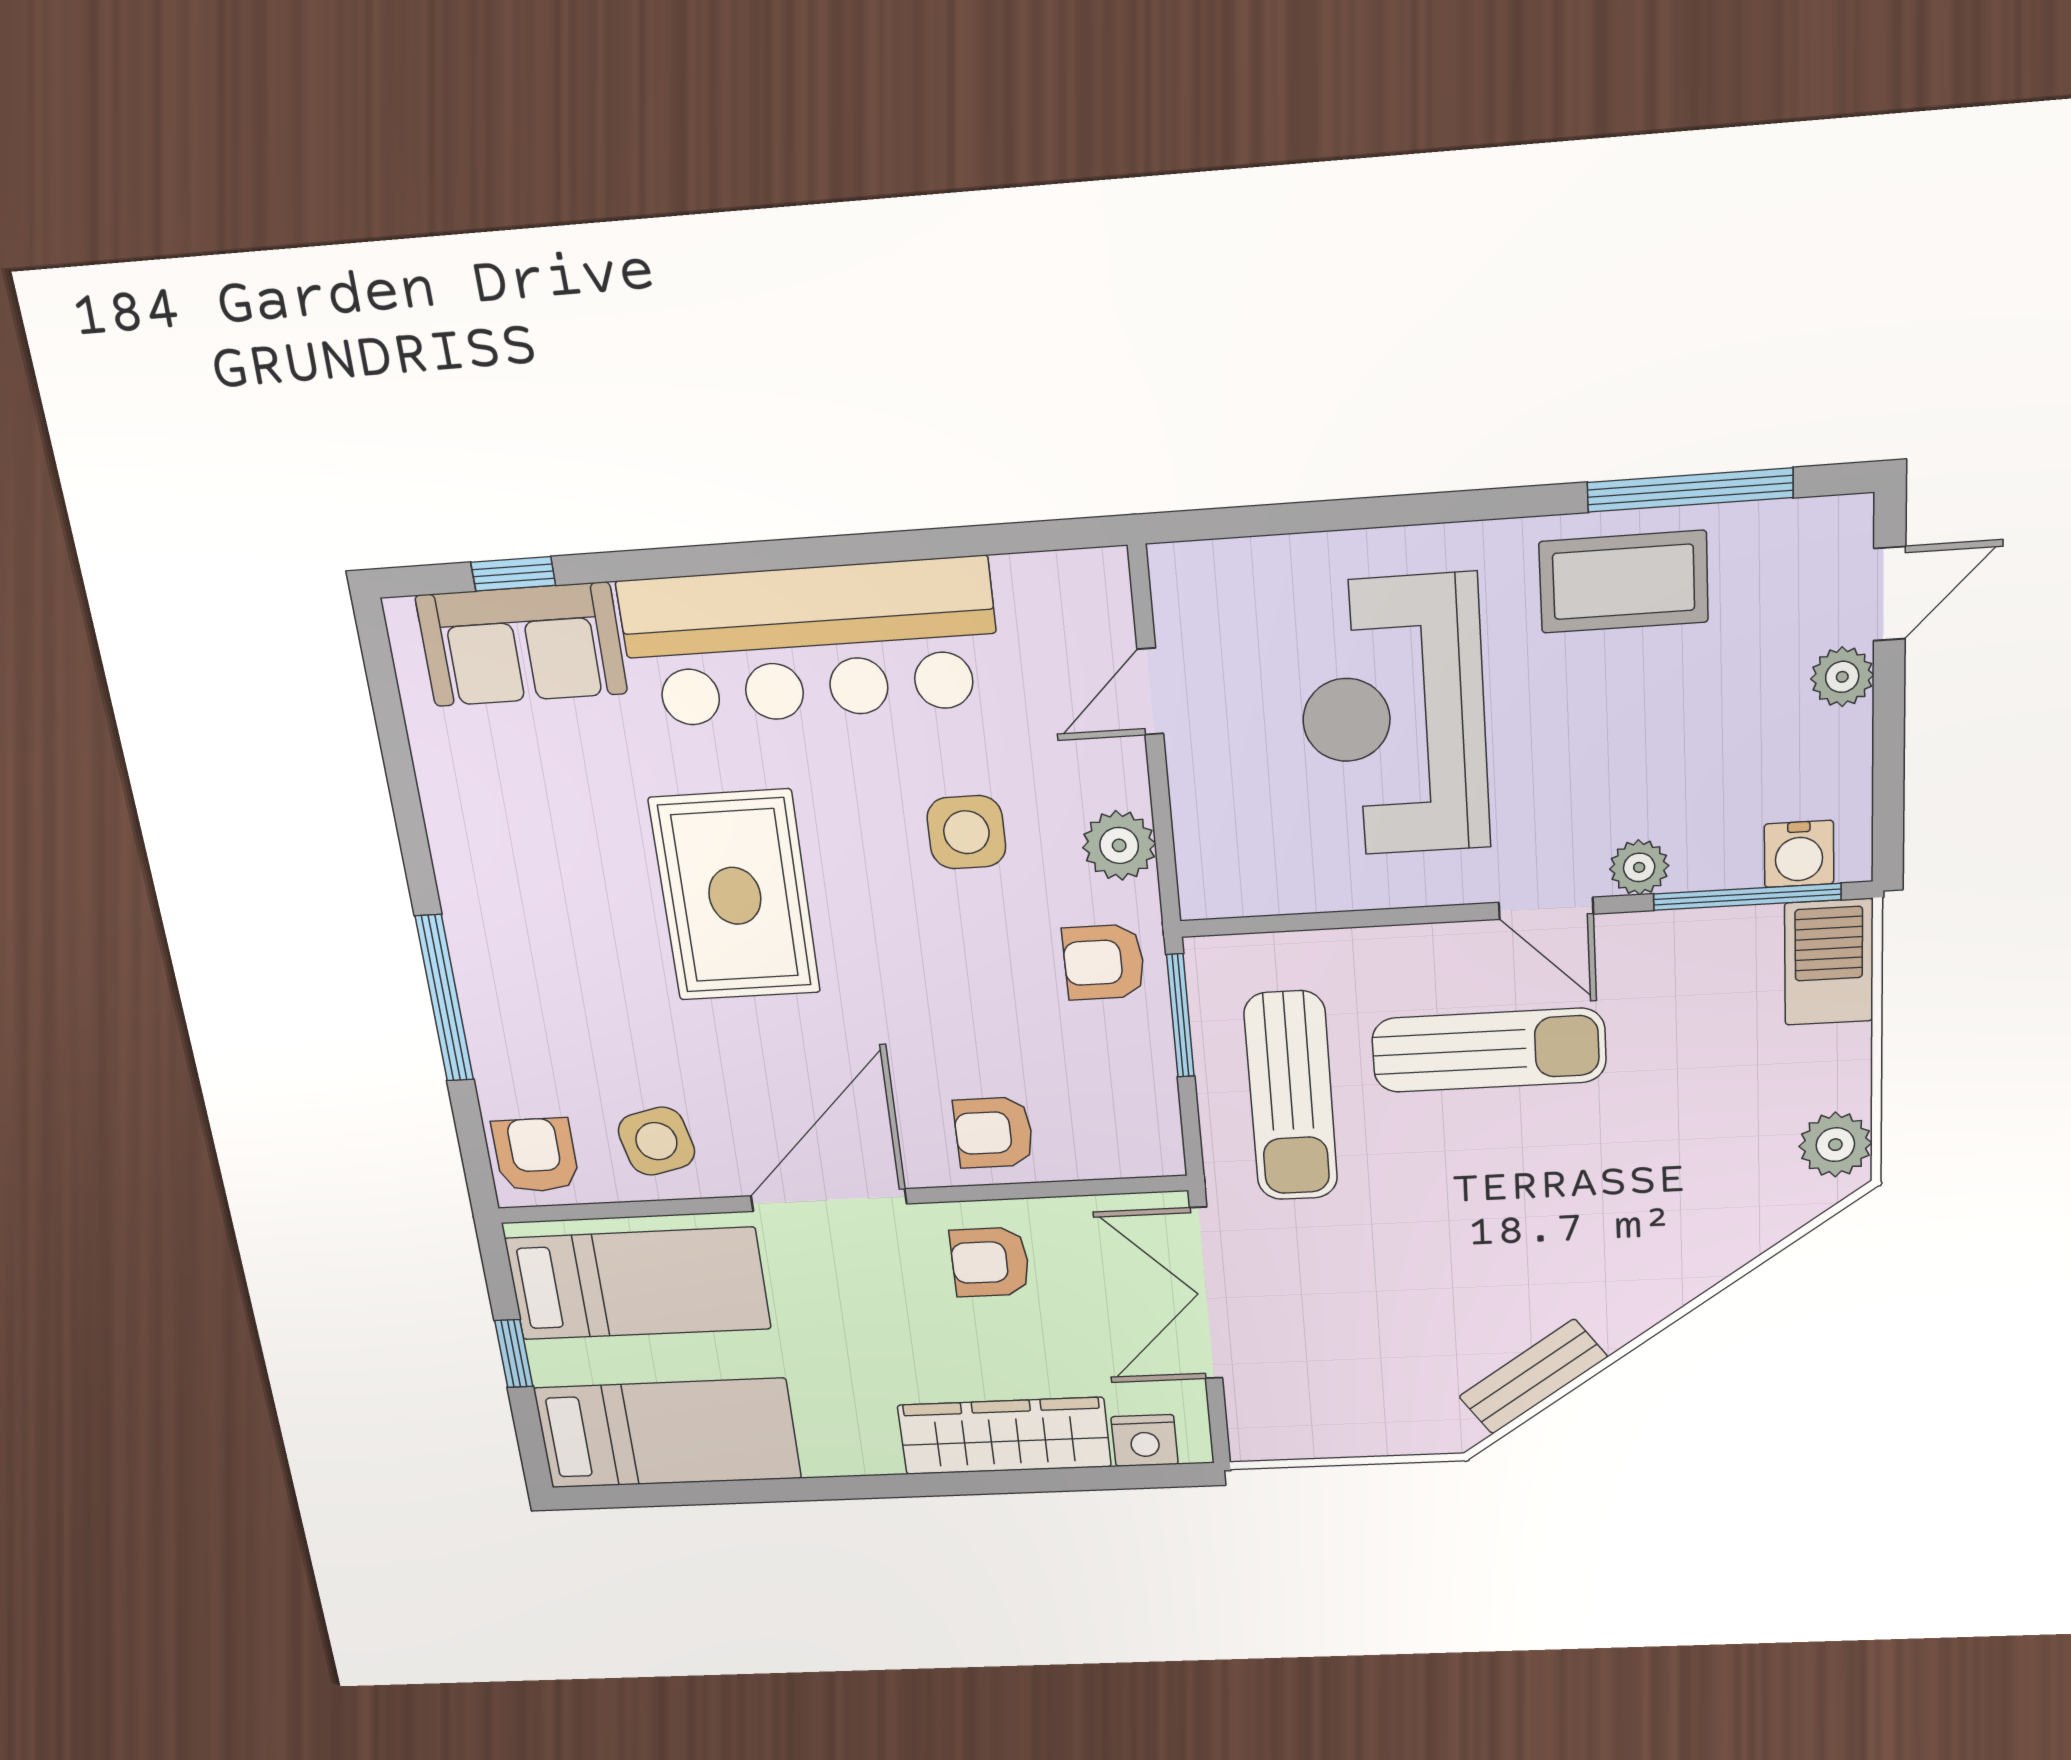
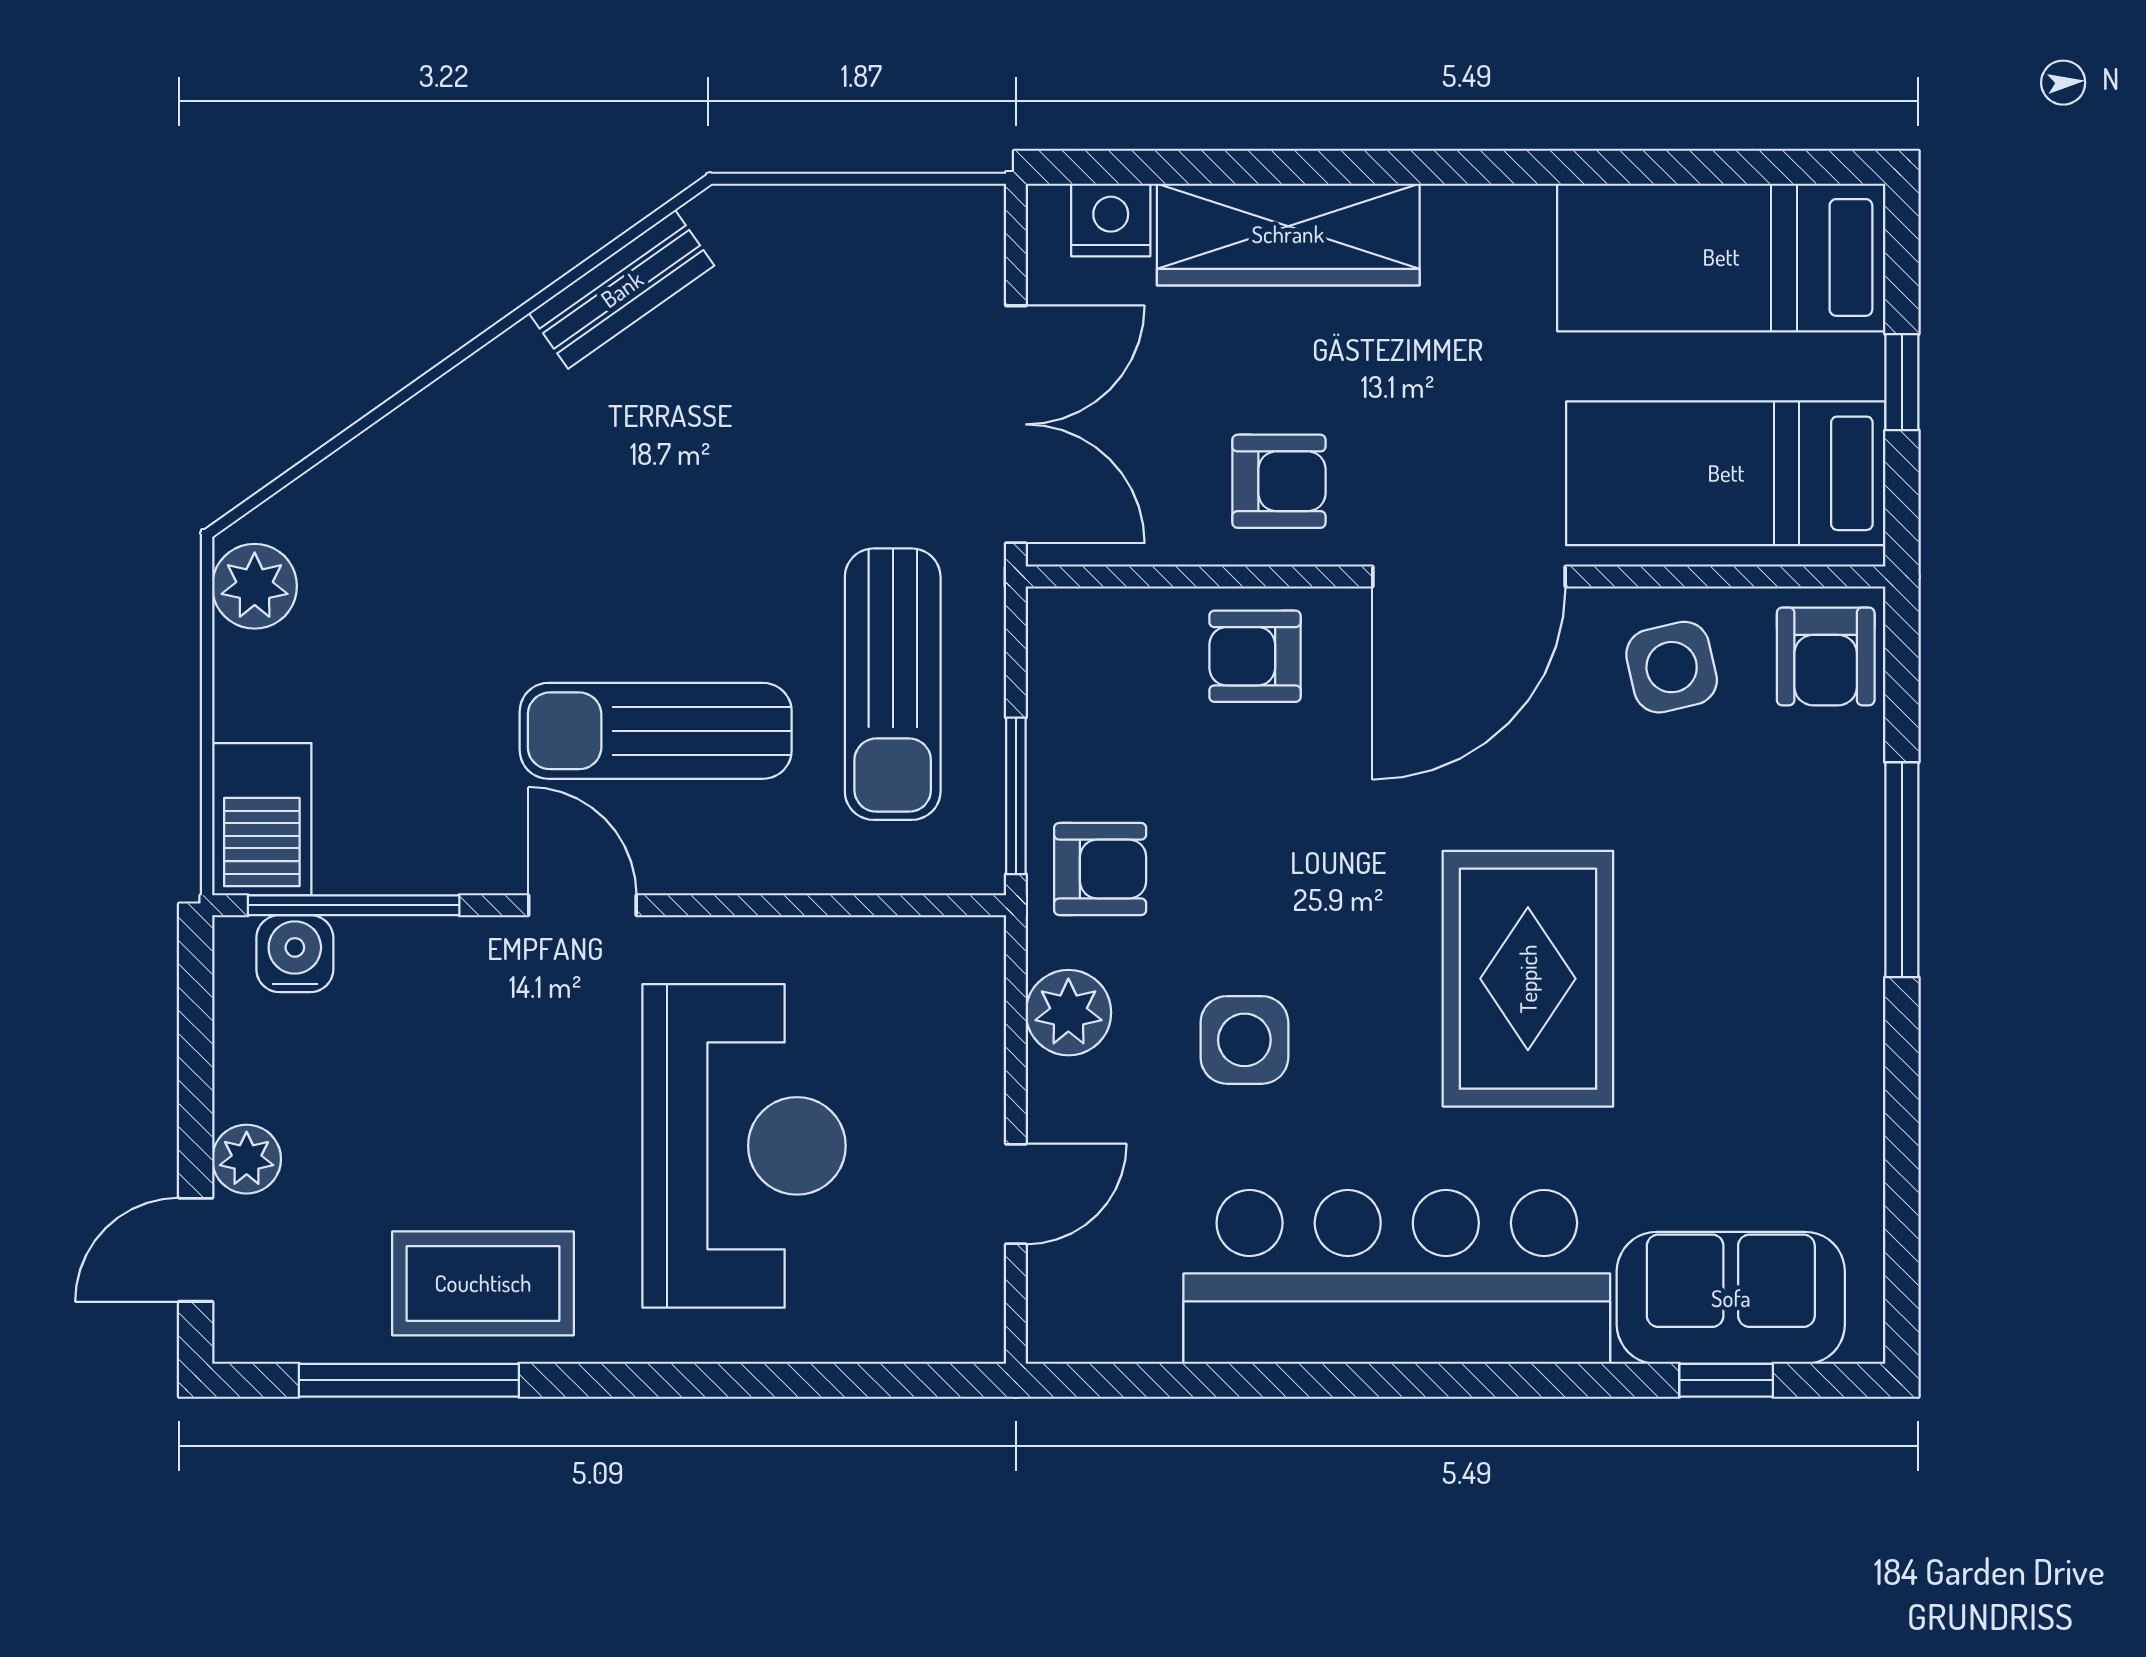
plant: (1639, 867) -> (475, 949), removed
sun lounger: (1291, 1096) -> (893, 684), turned 180
armchair: (994, 1132) -> (1255, 656), turned 180

